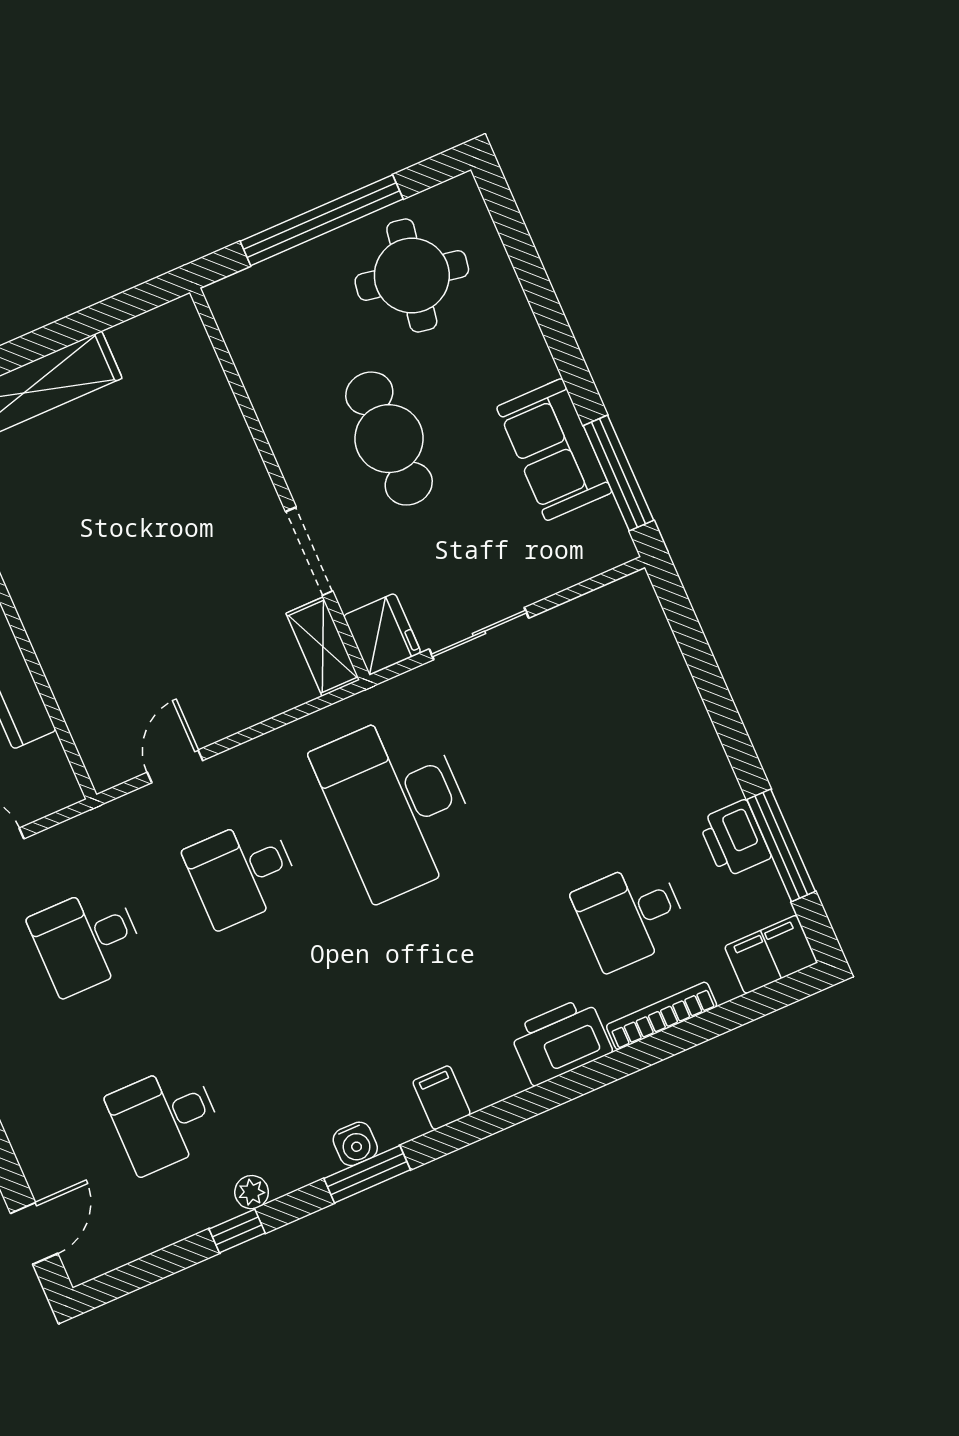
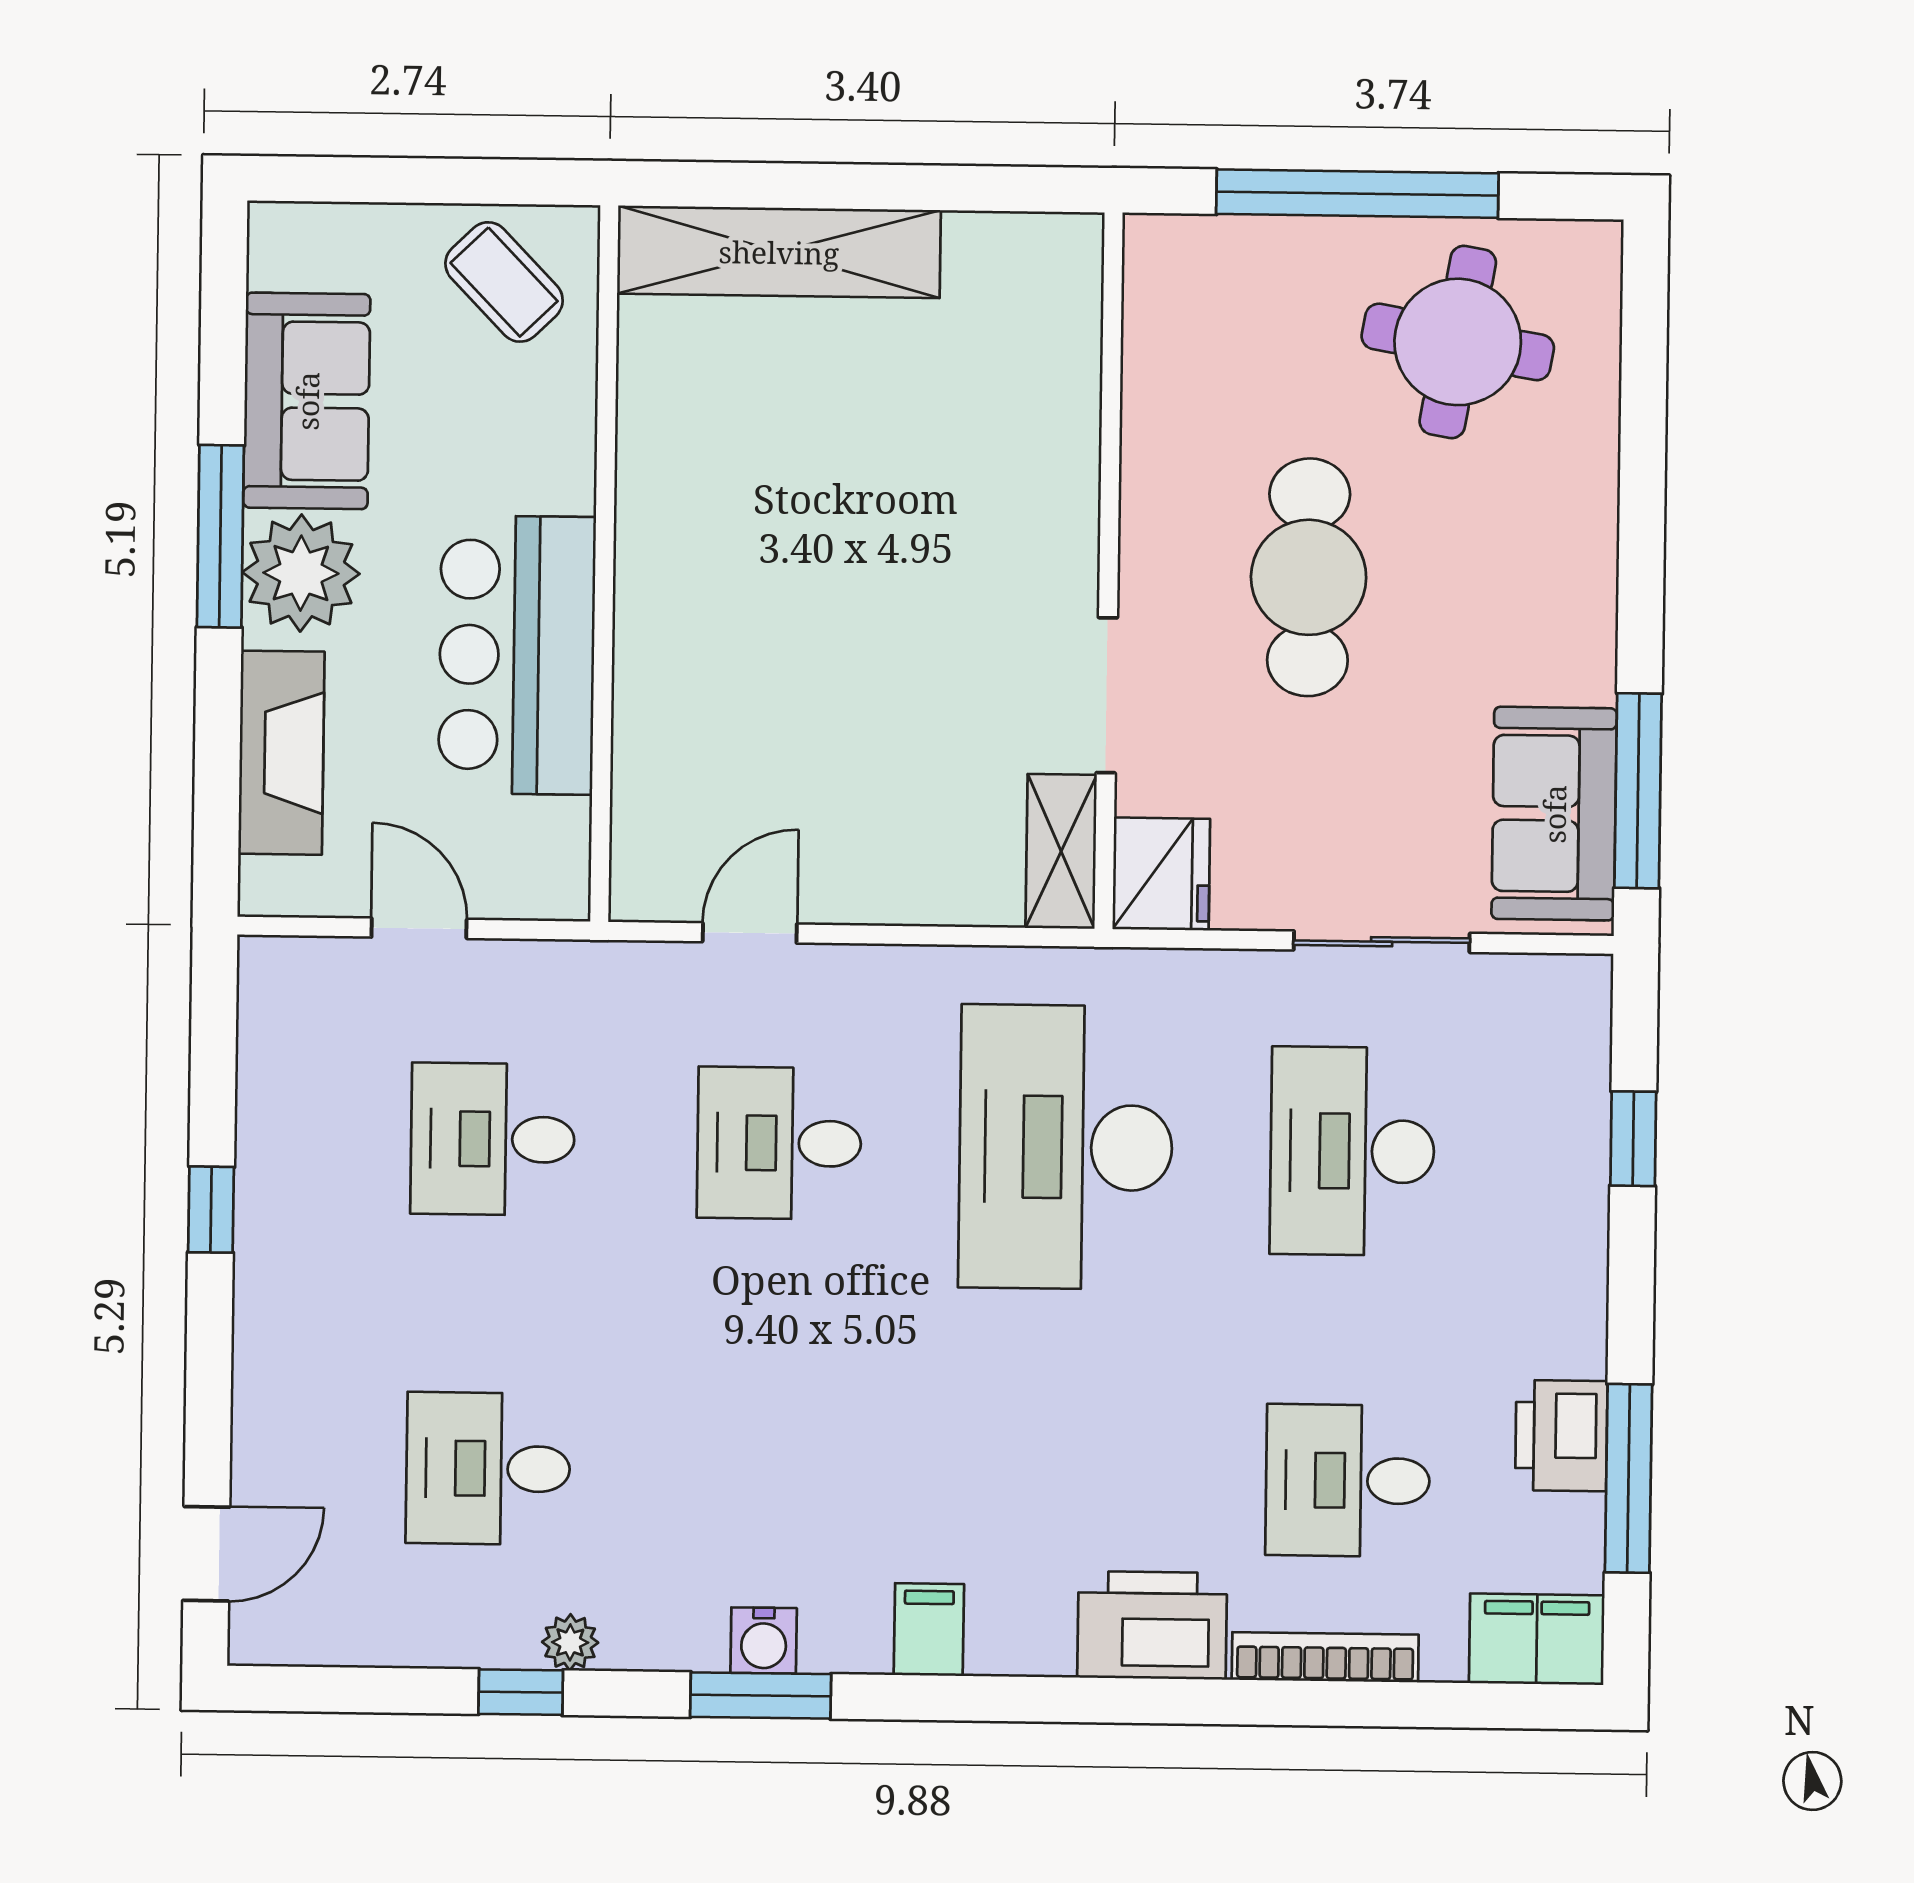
sofa: (554, 450) -> (1554, 814), moved
sliding door: (479, 634) -> (1382, 942), moved
window: (701, 661) -> (1633, 1139), added
desk: (553, 737) -> (1352, 1151), added

